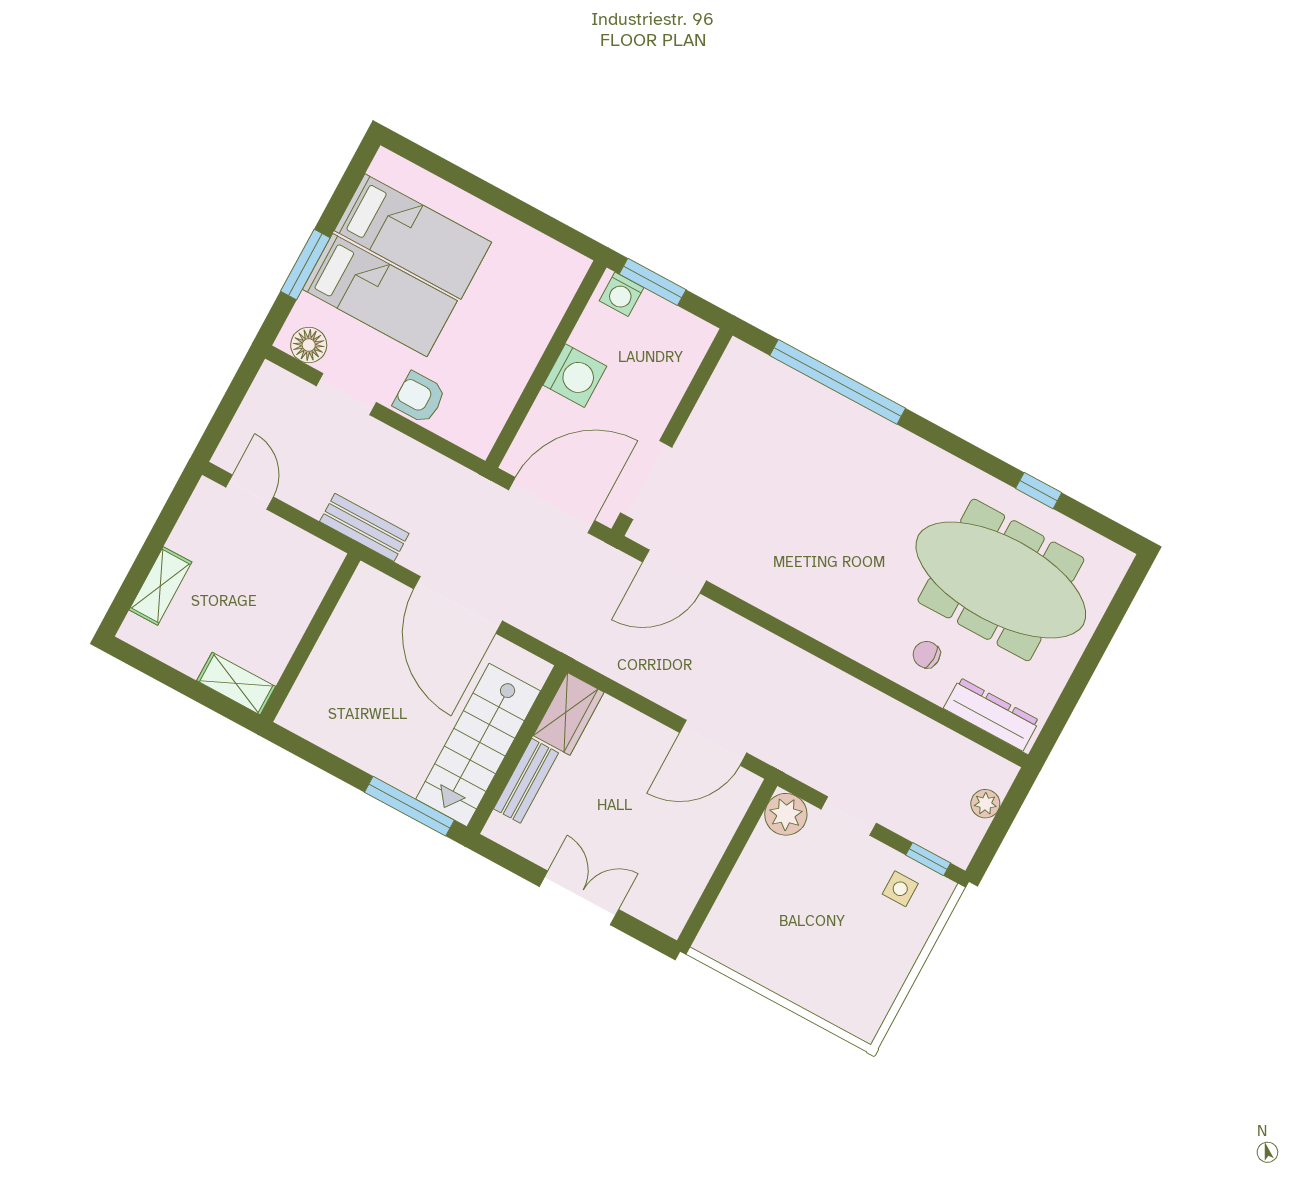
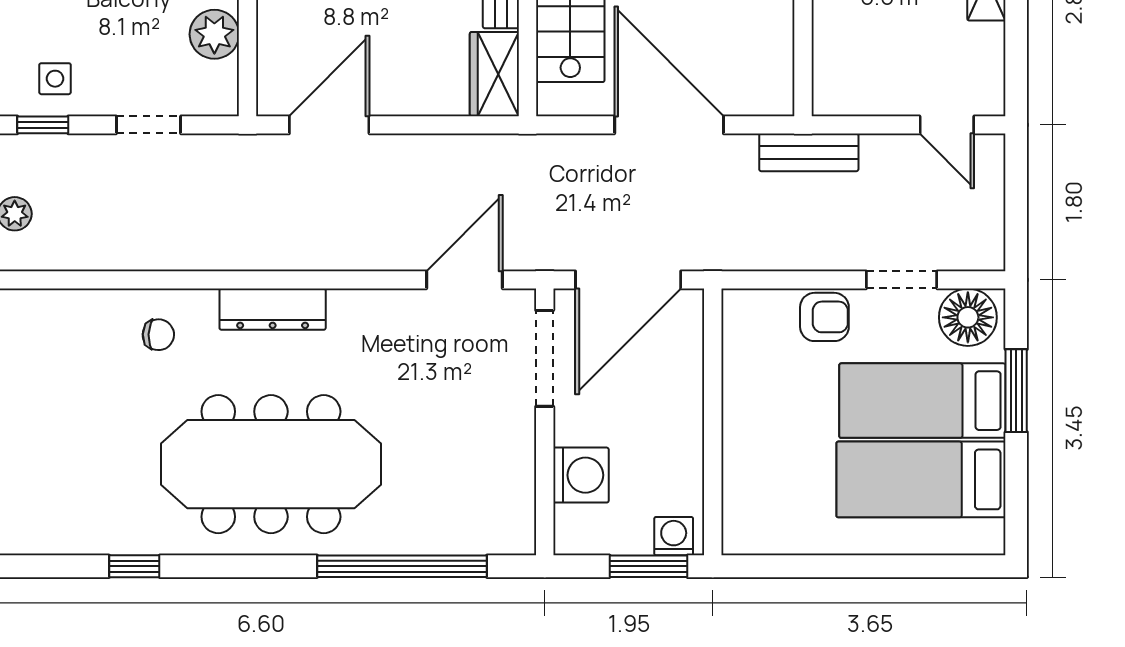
floor lamp: (309, 345) -> (968, 317), width x1.38, depth x1.38
washing machine: (575, 376) -> (581, 475), moved, turned 180
meeting table: (1001, 580) -> (271, 464), moved
dresser: (991, 714) -> (273, 309), moved
plant: (786, 814) -> (214, 34), moved

